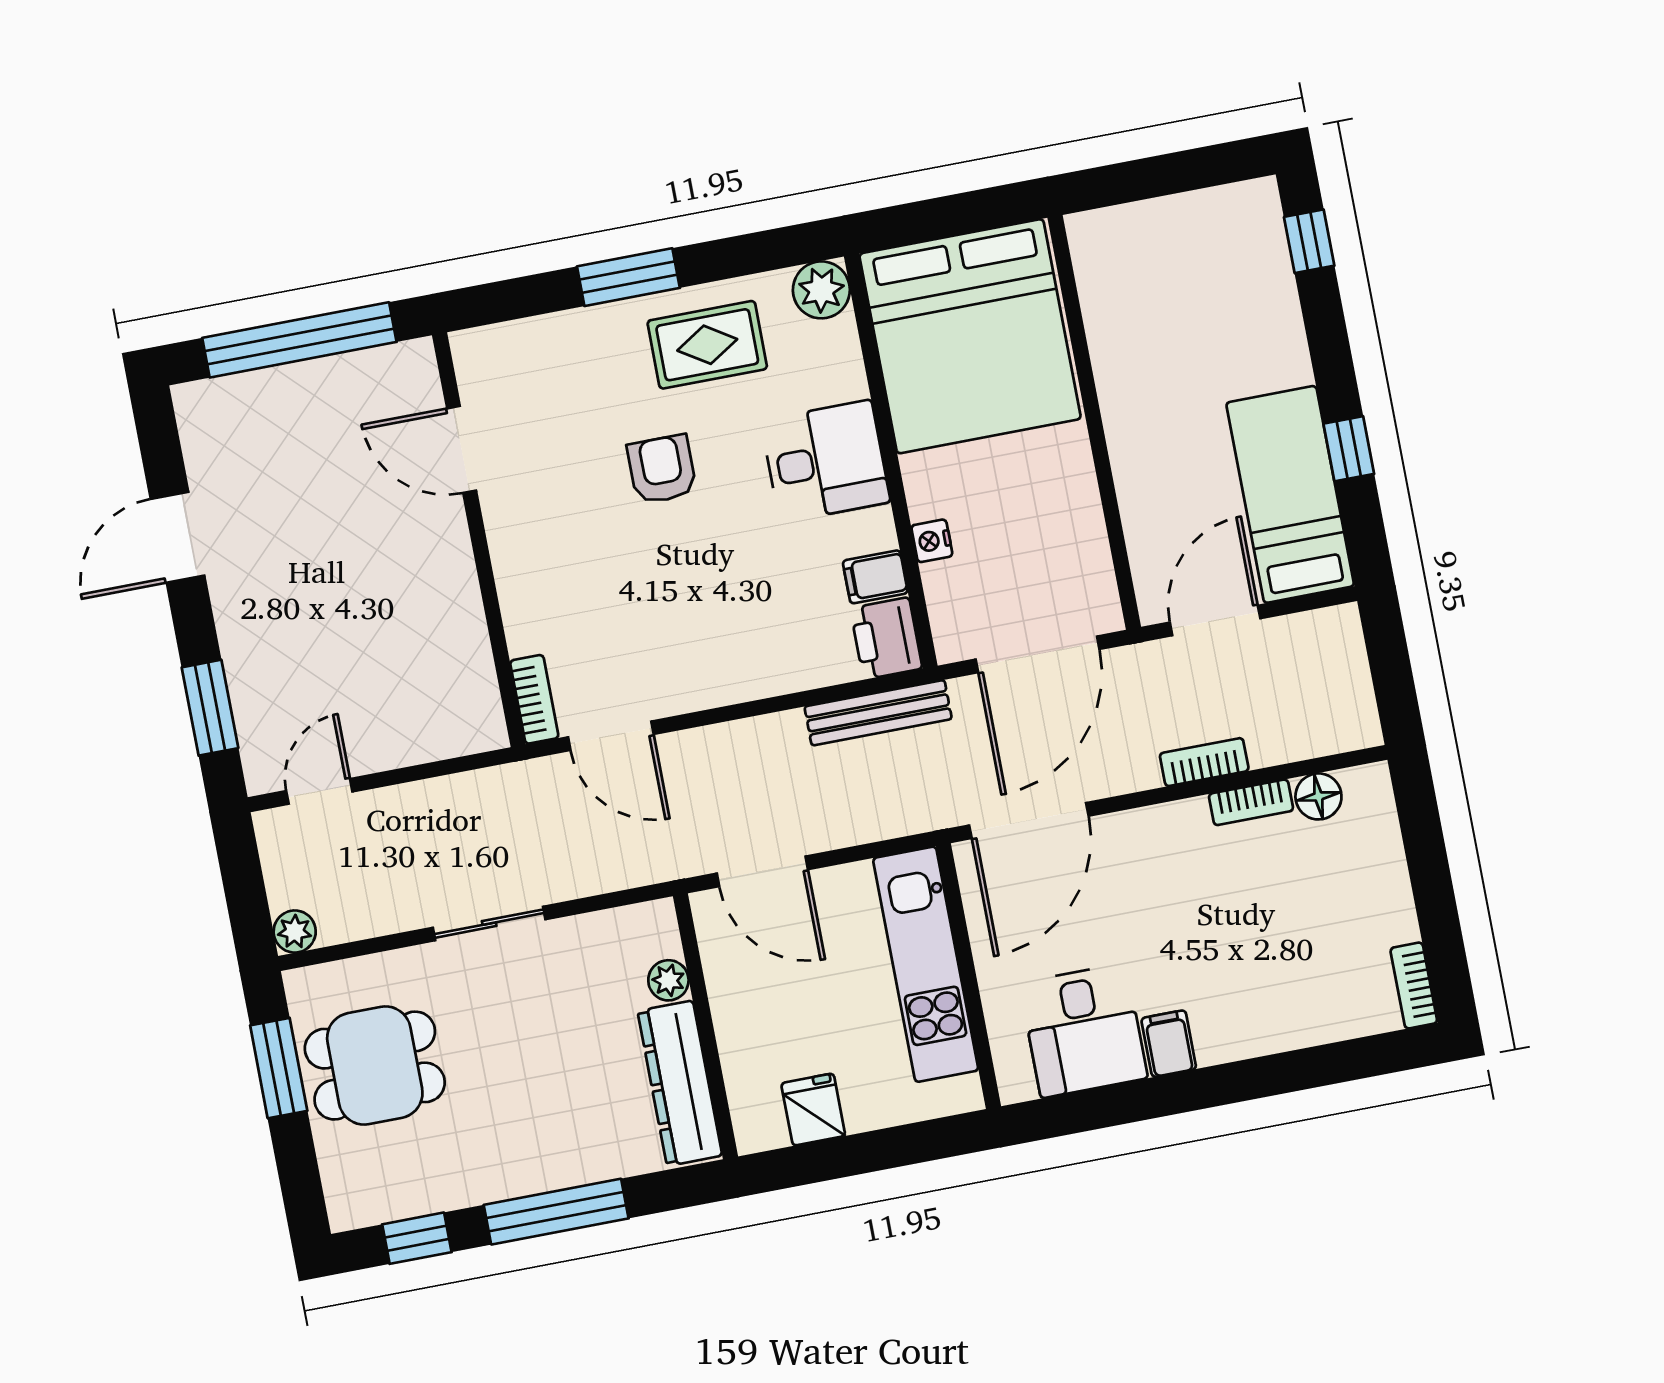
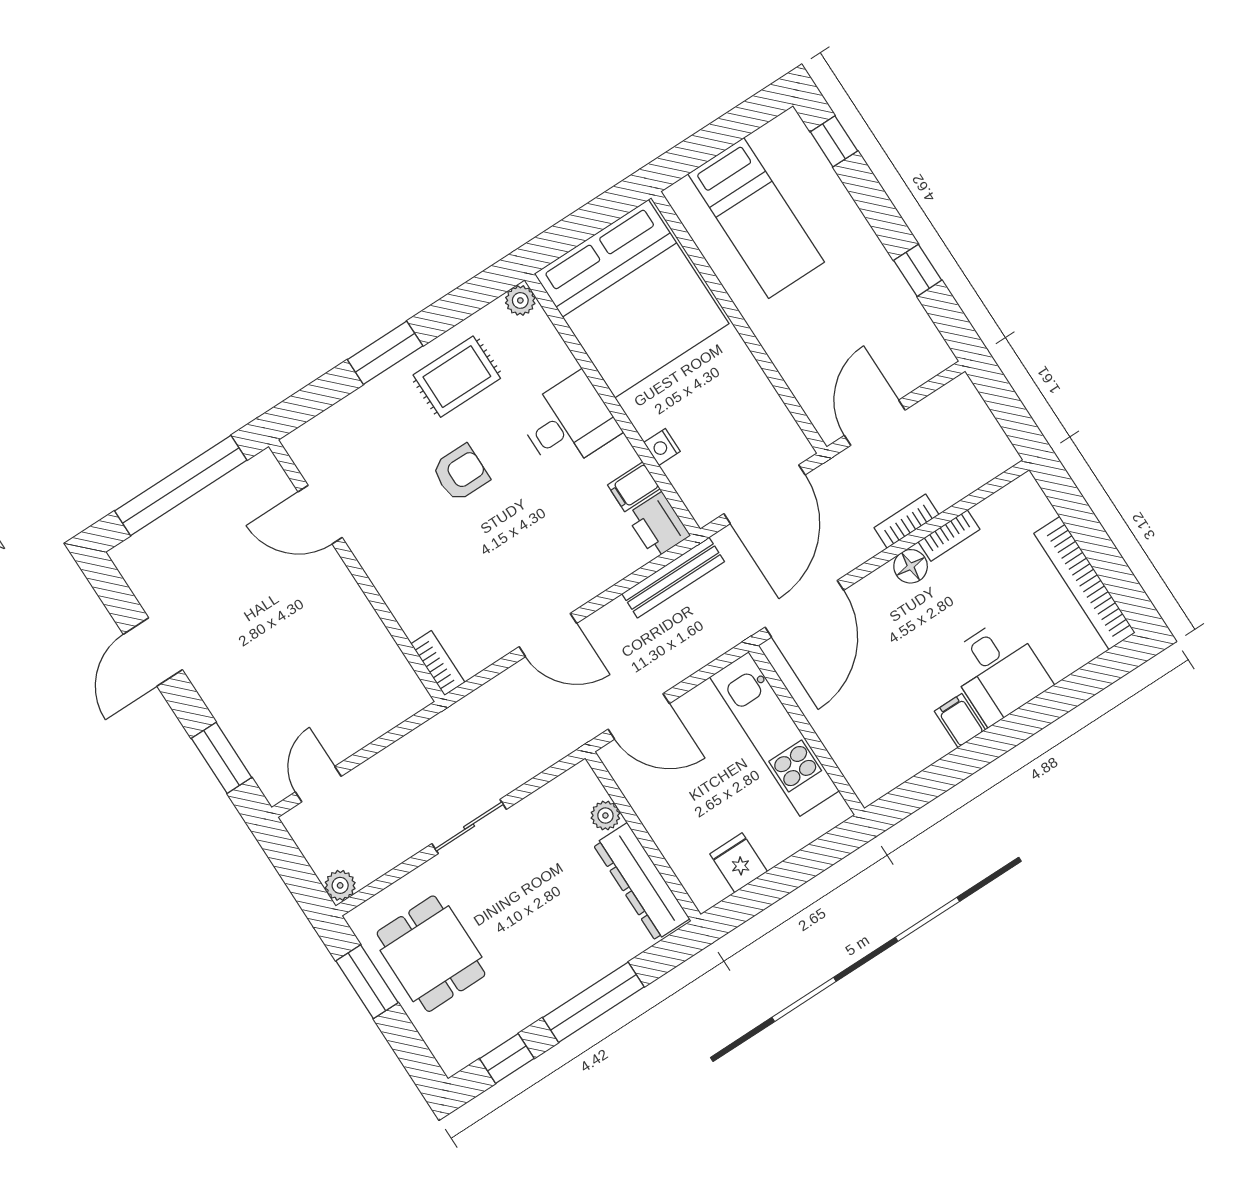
plant: (821, 290) -> (520, 300), width x0.73, depth x0.73
armchair: (662, 469) -> (461, 473), turned 90
bed: (1290, 494) -> (756, 218), moved, turned 180
door: (611, 736) -> (548, 635), moved
floor lamp: (1318, 796) -> (911, 566), moved
bookcase: (1414, 986) -> (1084, 583), width x2.31, depth x1.31
desk: (1084, 1030) -> (998, 671), moved
dining table: (375, 1066) -> (431, 954), turned 90

